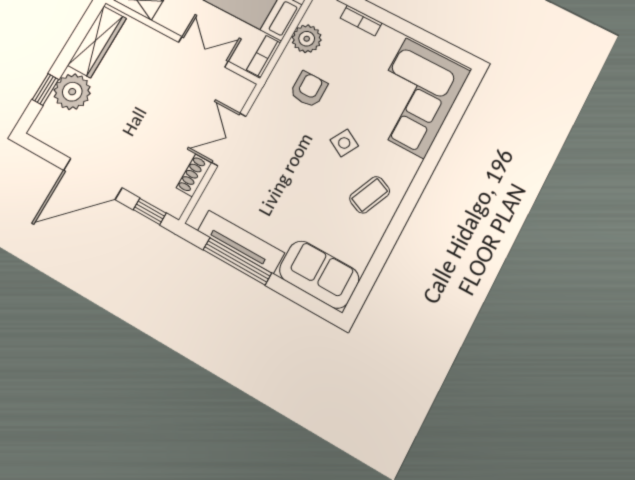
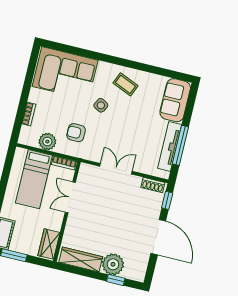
double door: (229, 139) -> (116, 169), swing flipped
shoe rack: (194, 175) -> (153, 185), moved

